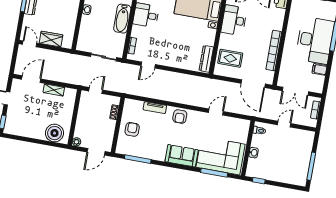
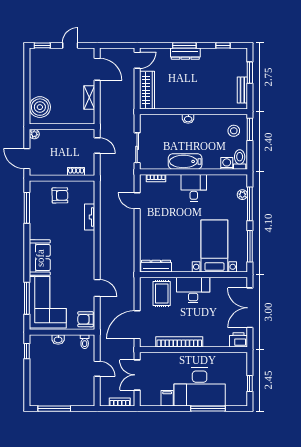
desk: (234, 20) -> (193, 290), moved
wardrobe: (51, 39) -> (147, 90), width x1.50
armchair: (180, 116) -> (86, 319), moved

